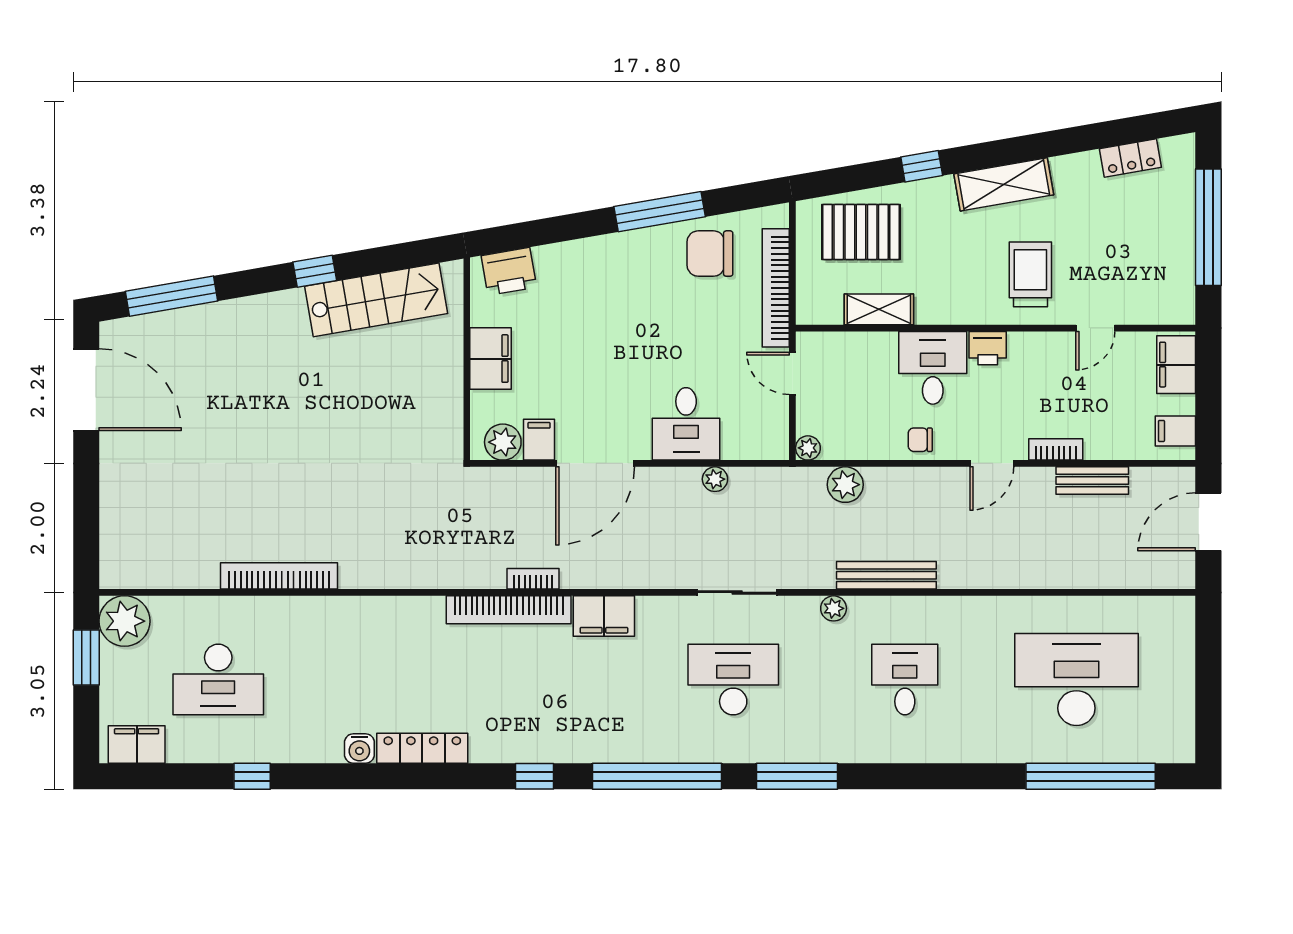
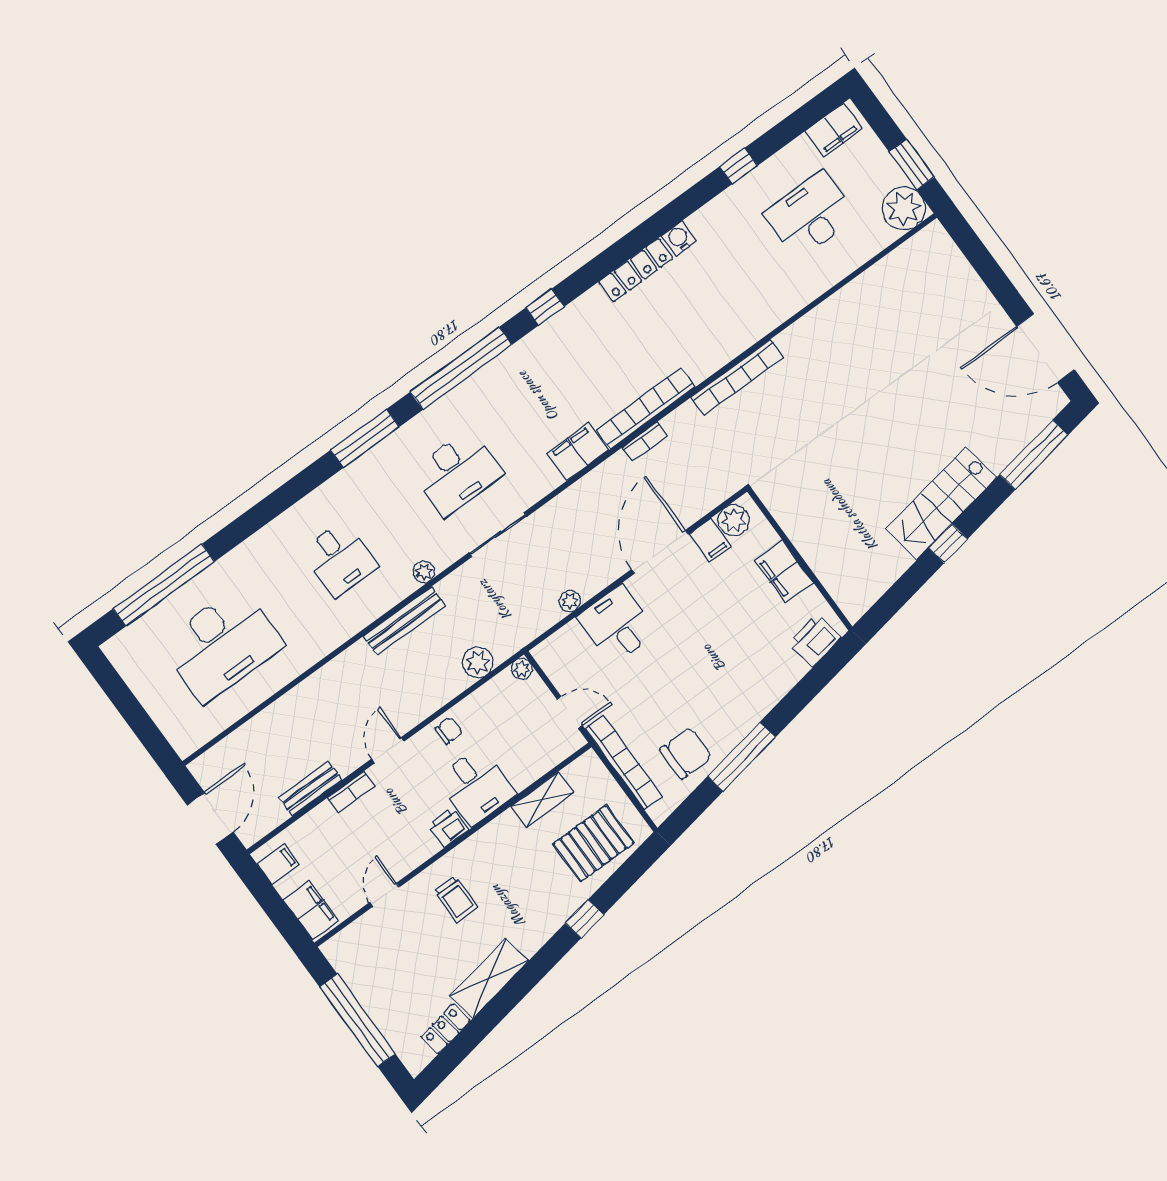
shelving: (1004, 184) -> (489, 978), moved
trolley: (1030, 274) -> (456, 899), width x0.73, depth x0.72
stairs: (376, 300) -> (942, 503), moved
bookcase: (279, 576) -> (737, 377), moved

